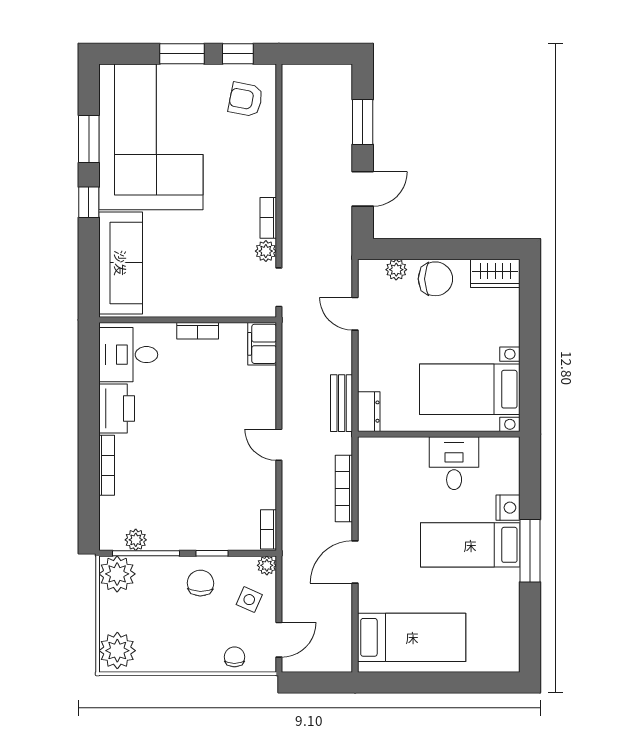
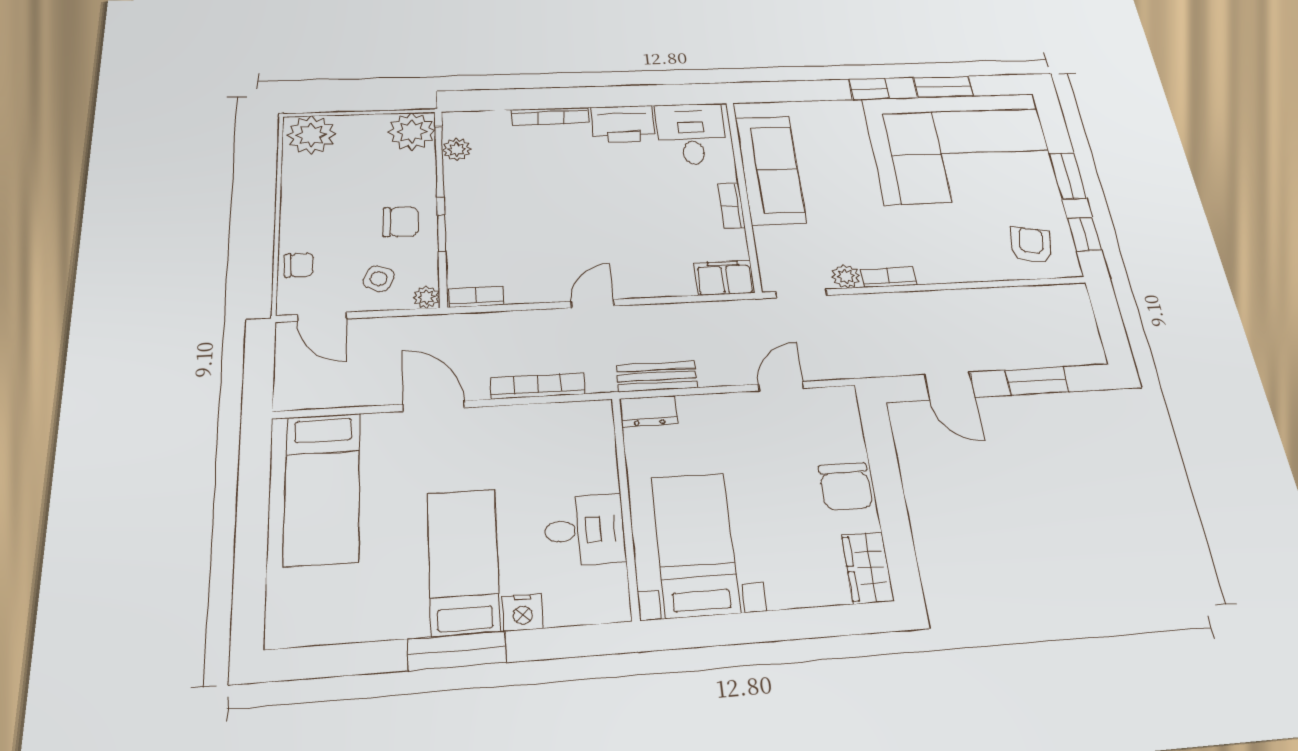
sofa: (121, 263) -> (770, 170), moved, turned -90
plant: (396, 270) -> (850, 435), removed

